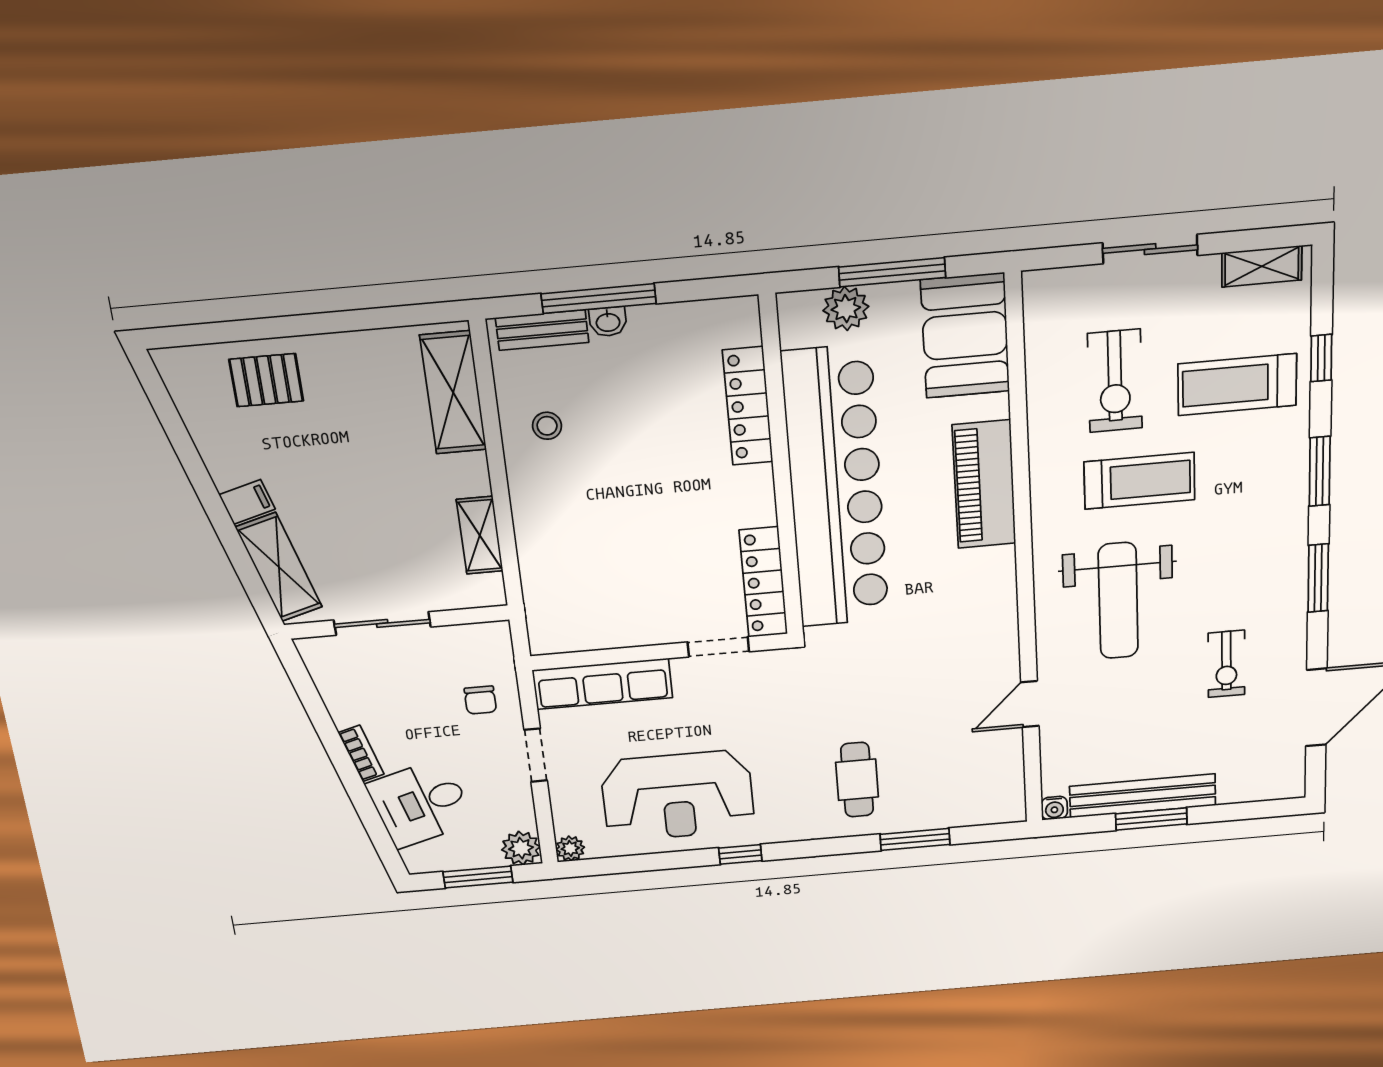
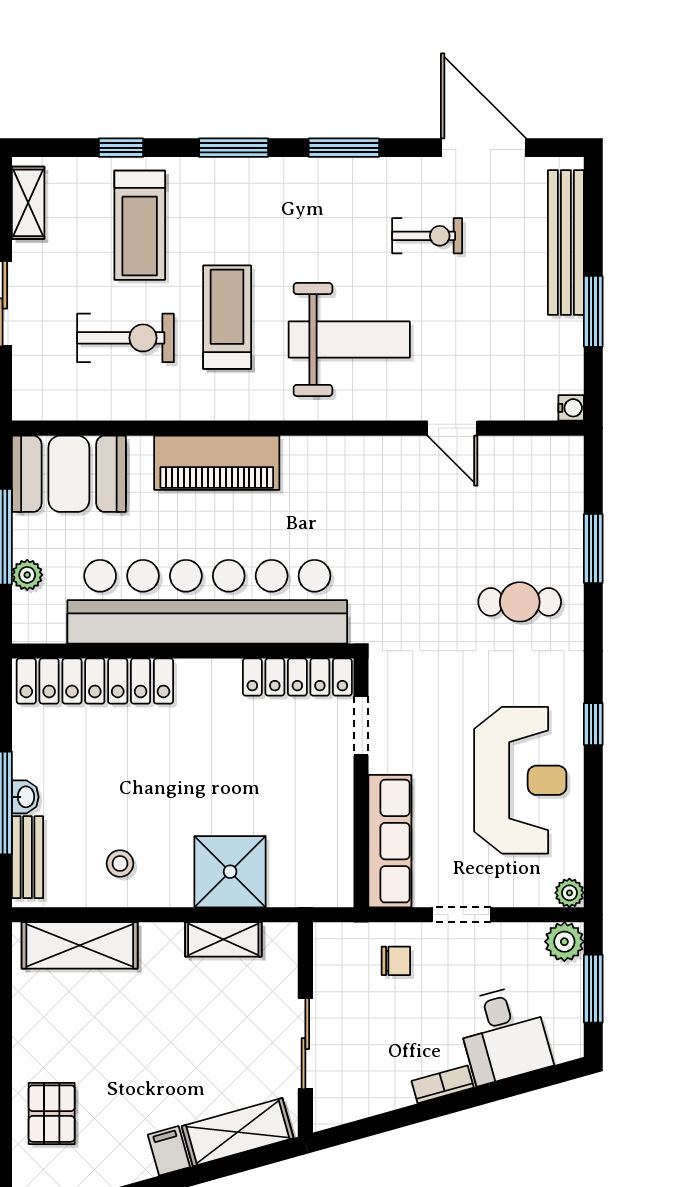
plant: (846, 309) -> (27, 575), width x0.73, depth x0.73
locker: (748, 406) -> (95, 681), width x1.41, depth x1.21
shower: (552, 536) -> (230, 872), added
bench: (1143, 796) -> (566, 243), moved

